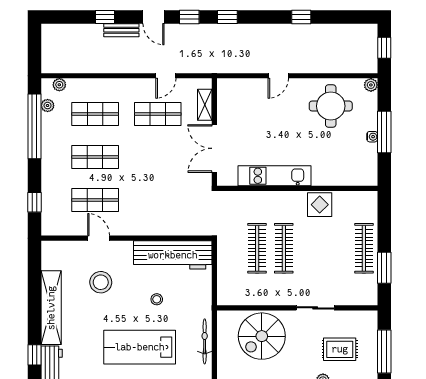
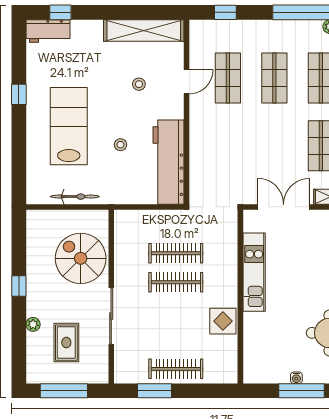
stool: (101, 282) -> (139, 84), width x0.53, depth x0.53
shelving: (51, 308) -> (144, 30), moved
sliding door: (315, 308) -> (111, 316), width x1.37

